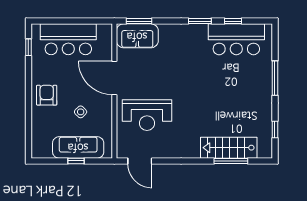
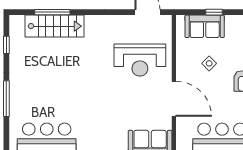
reception desk: (147, 115) -> (140, 60), turned 180
sofa: (78, 147) -> (205, 26), width x0.73

